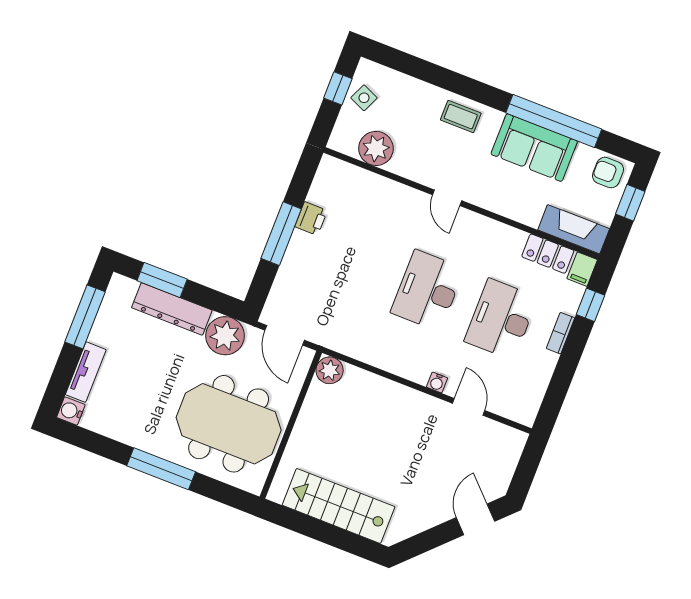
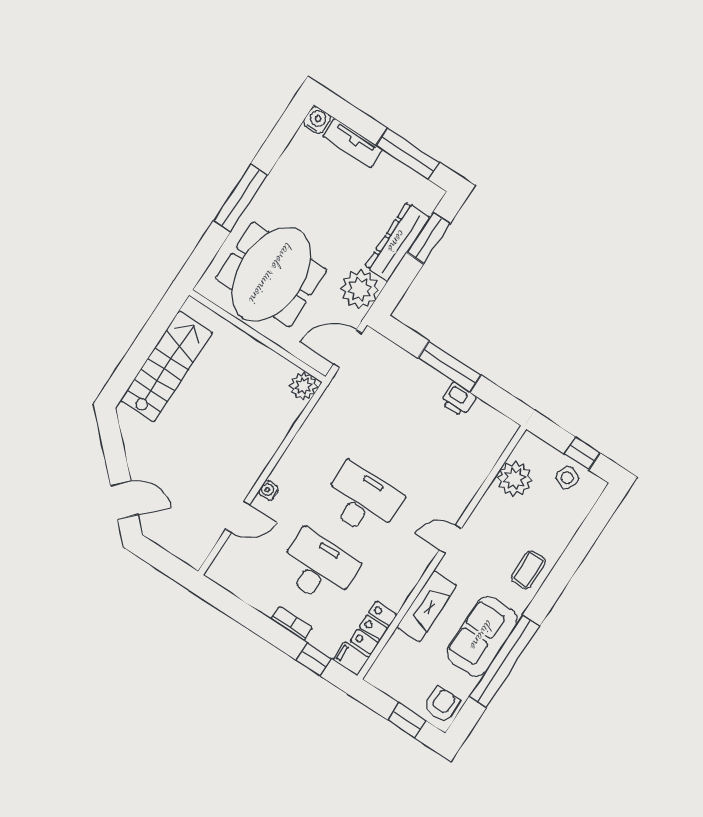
fireplace: (574, 229) -> (427, 606), moved

